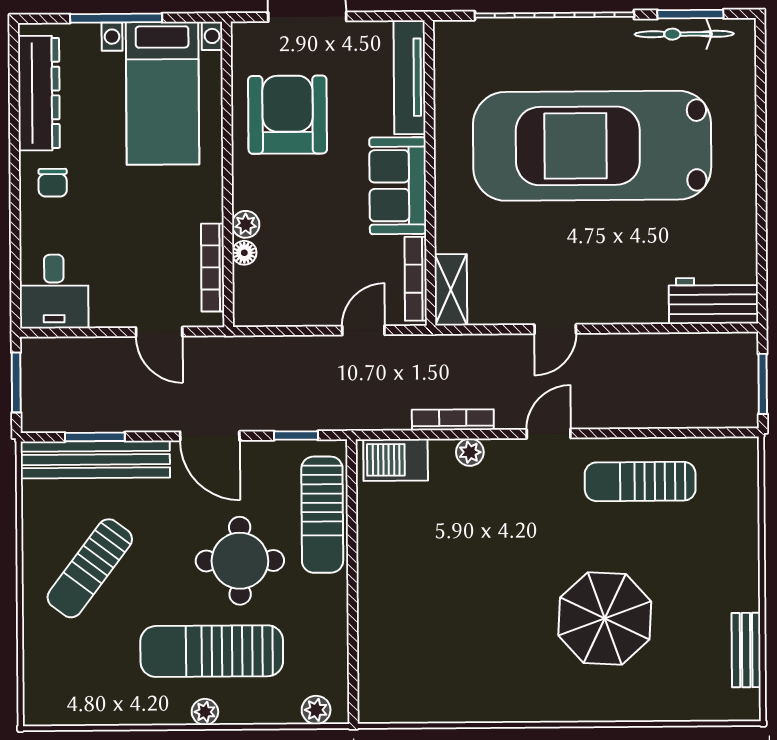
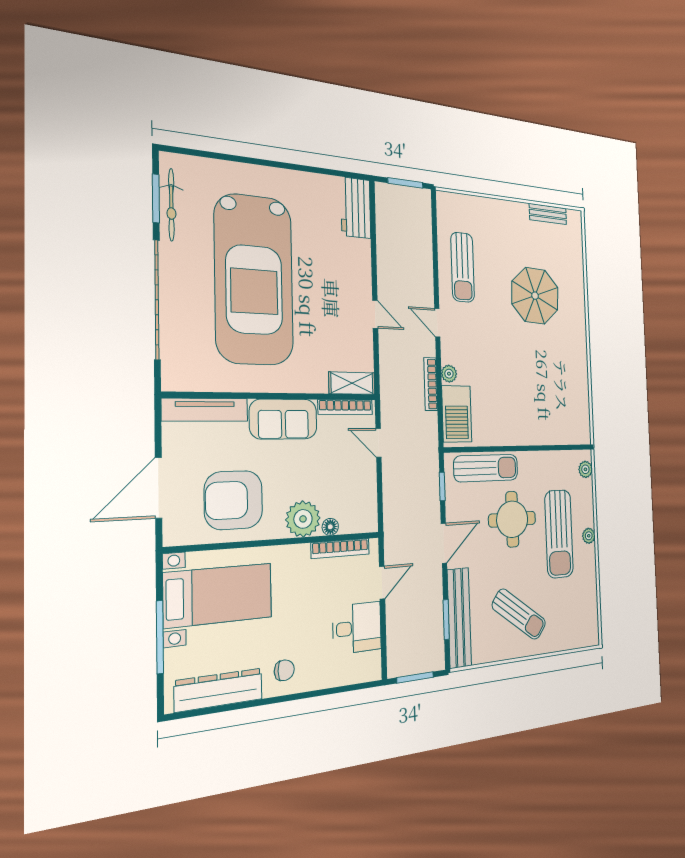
plant: (246, 224) -> (303, 519), width x1.88, depth x1.88
desk: (54, 291) -> (357, 628), moved
barbecue: (396, 460) -> (457, 414), width x1.37, depth x1.21

